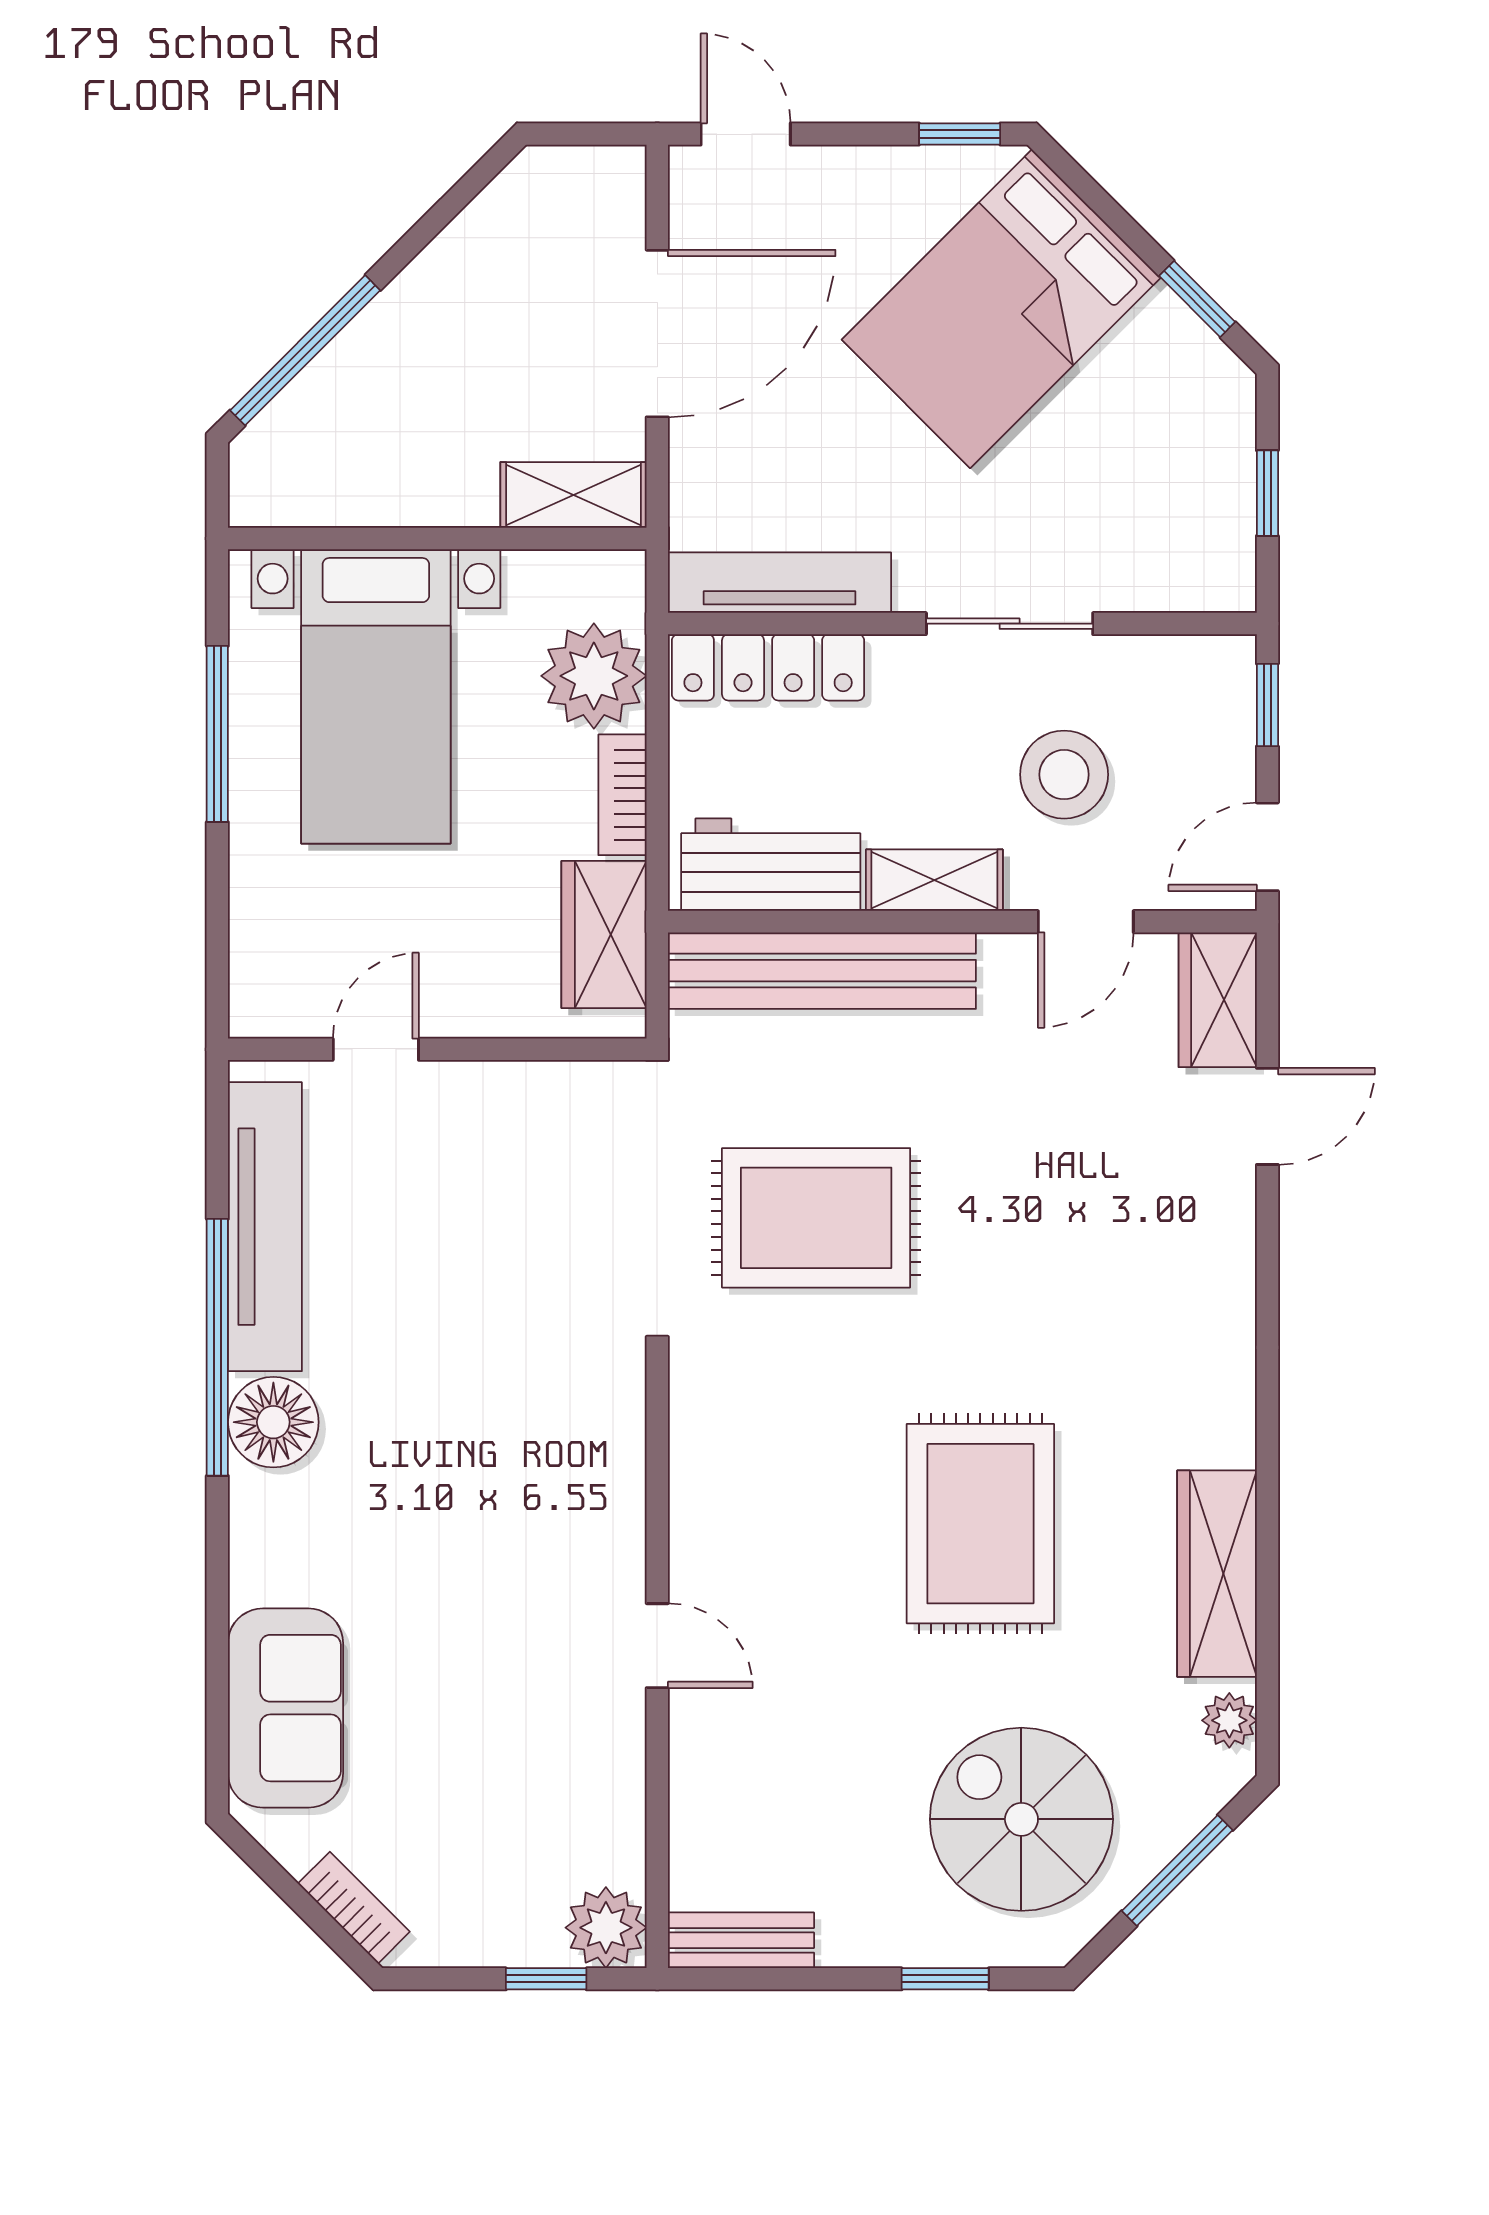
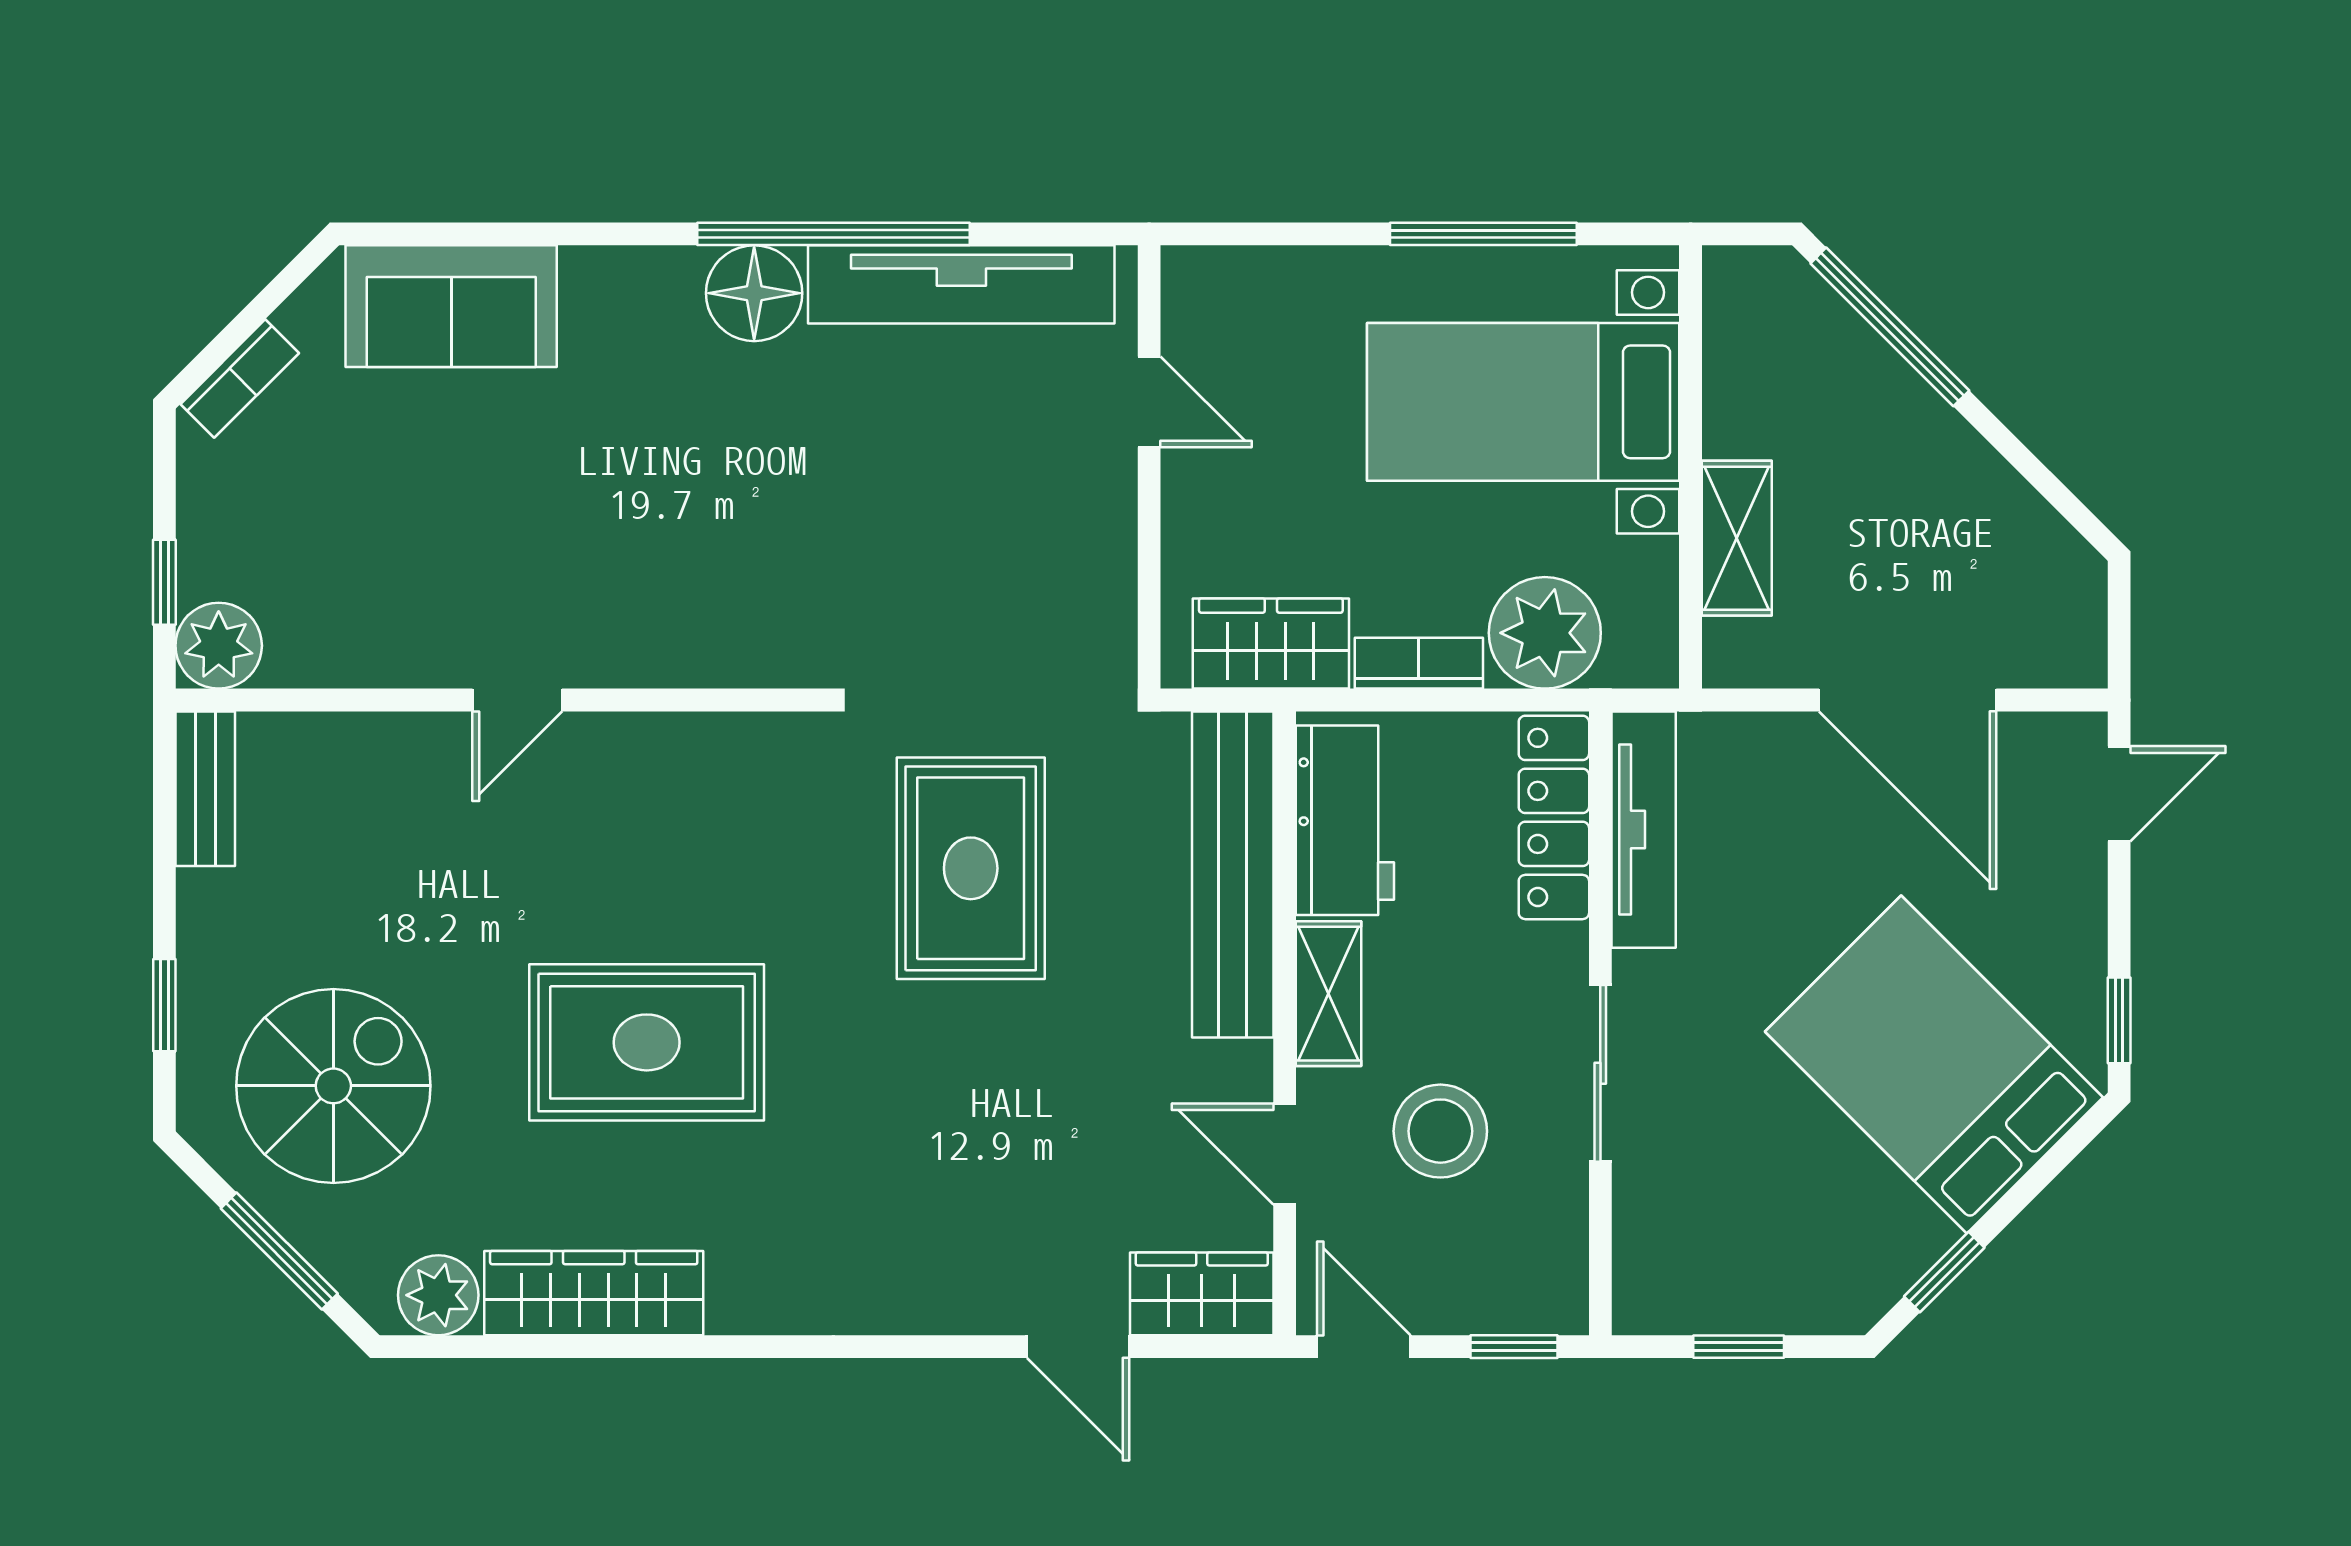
shelving: (573, 495) -> (1737, 538), moved
plant: (1229, 1720) -> (438, 1295), width x1.38, depth x1.38

